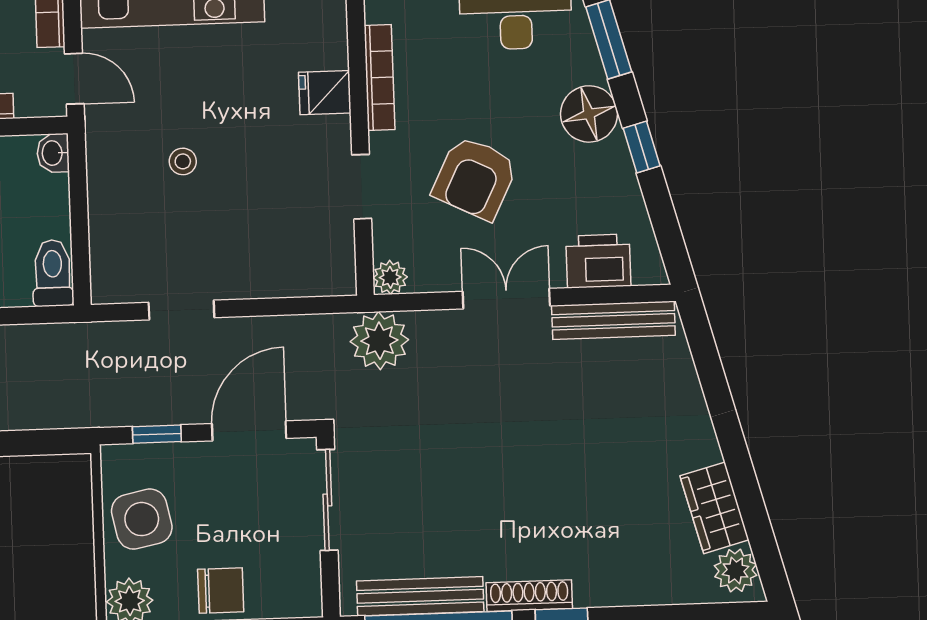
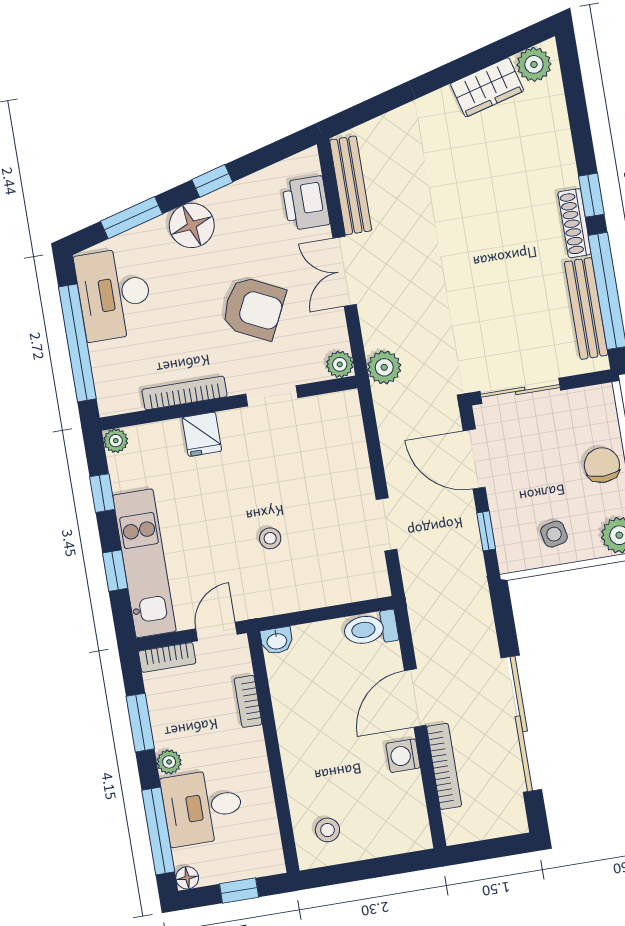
plant: (379, 341) -> (384, 367), width x0.73, depth x0.73
side table: (142, 519) -> (554, 534), width x0.54, depth x0.54

